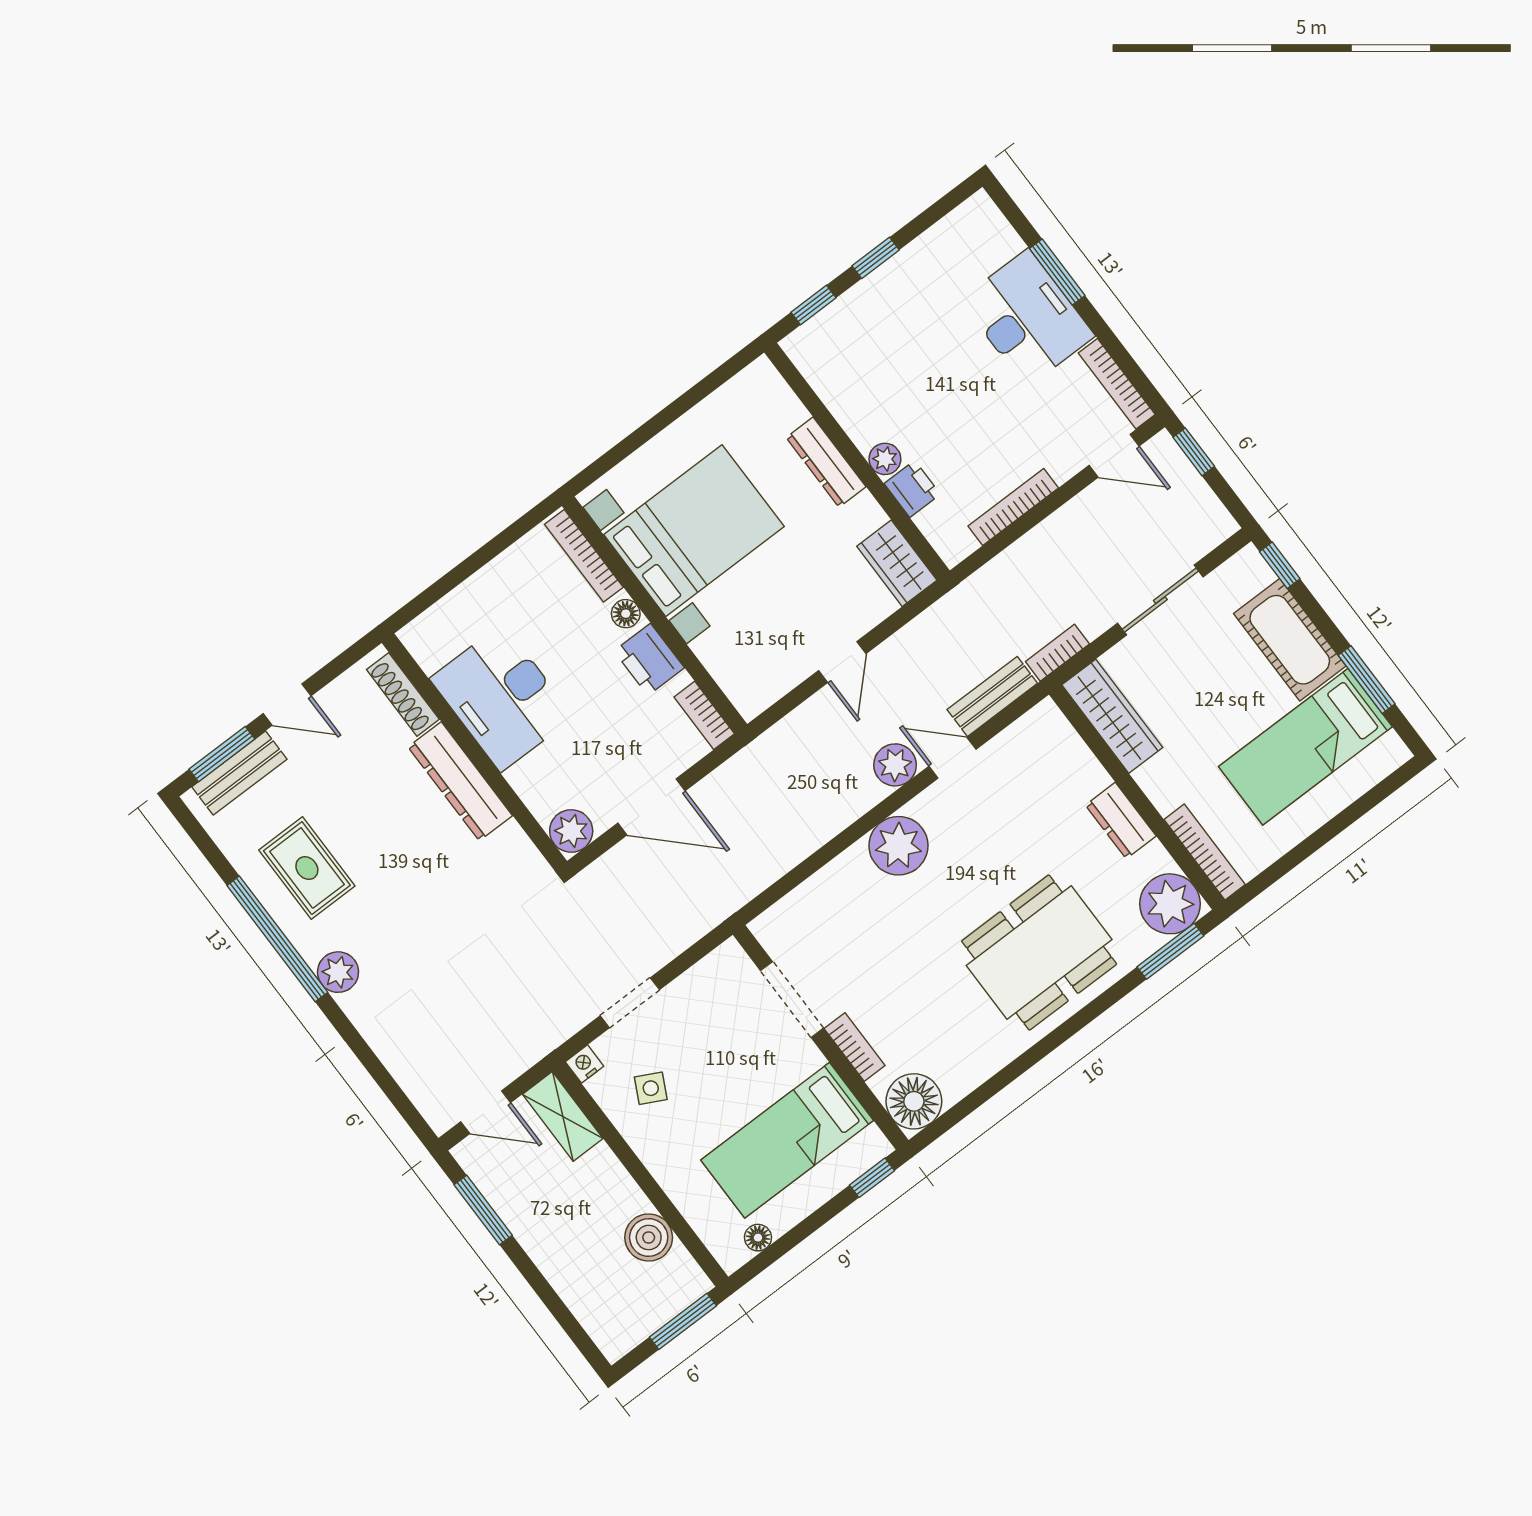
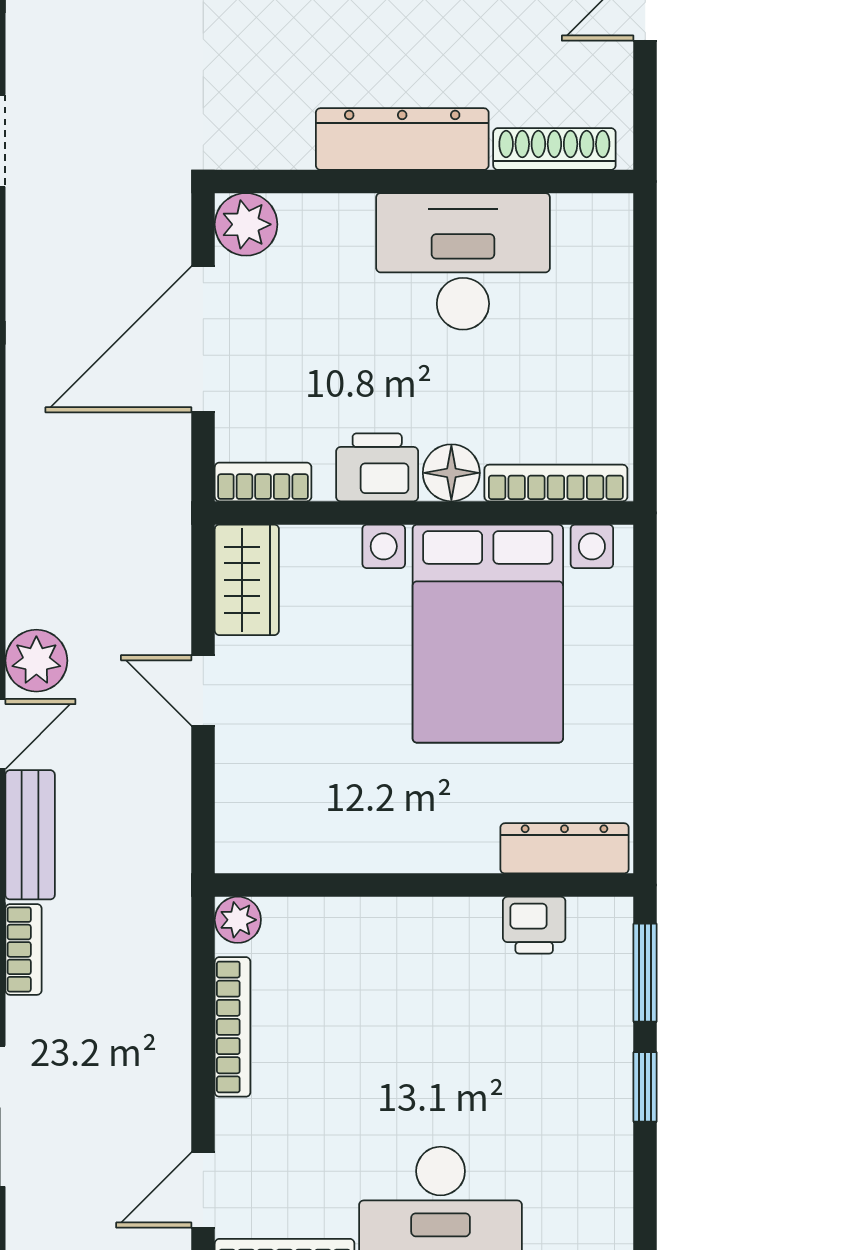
window: (813, 305) -> (645, 973), width x1.50
plant: (885, 459) -> (238, 920), moved
dresser: (826, 462) -> (564, 848), moved
printer: (912, 489) -> (534, 925), moved
wardrobe: (897, 563) -> (247, 580), moved, turned 90
floor lamp: (626, 614) -> (451, 473), width x1.37, depth x1.37
door: (651, 807) -> (203, 339), width x1.36

